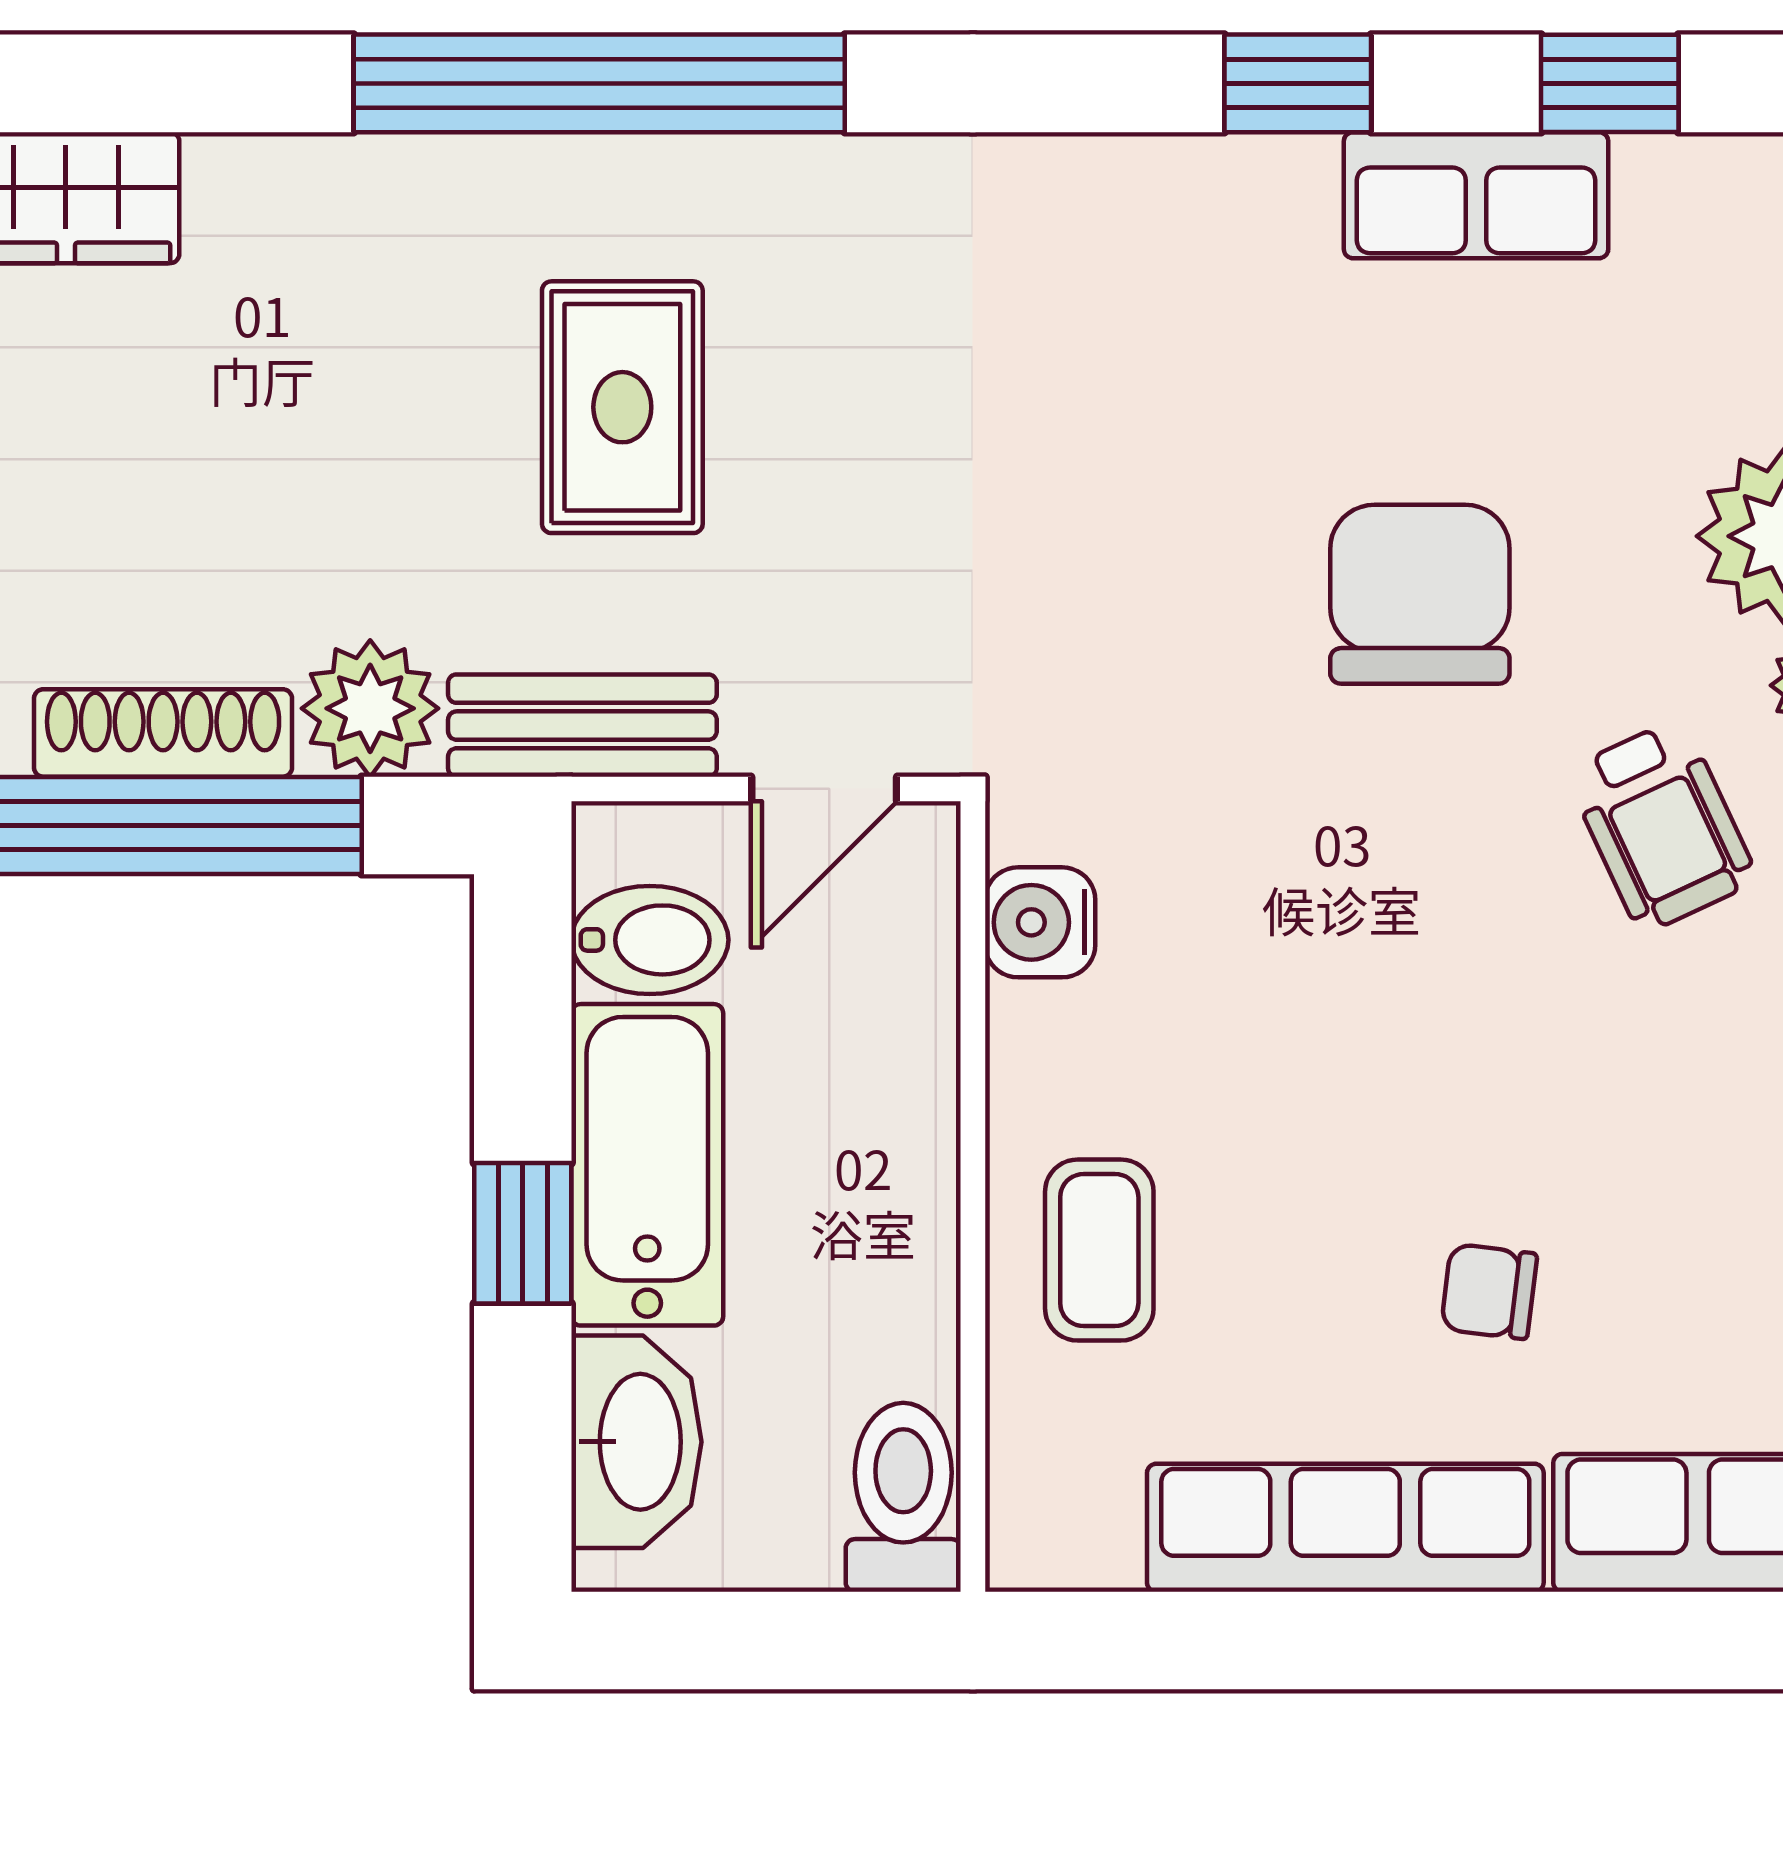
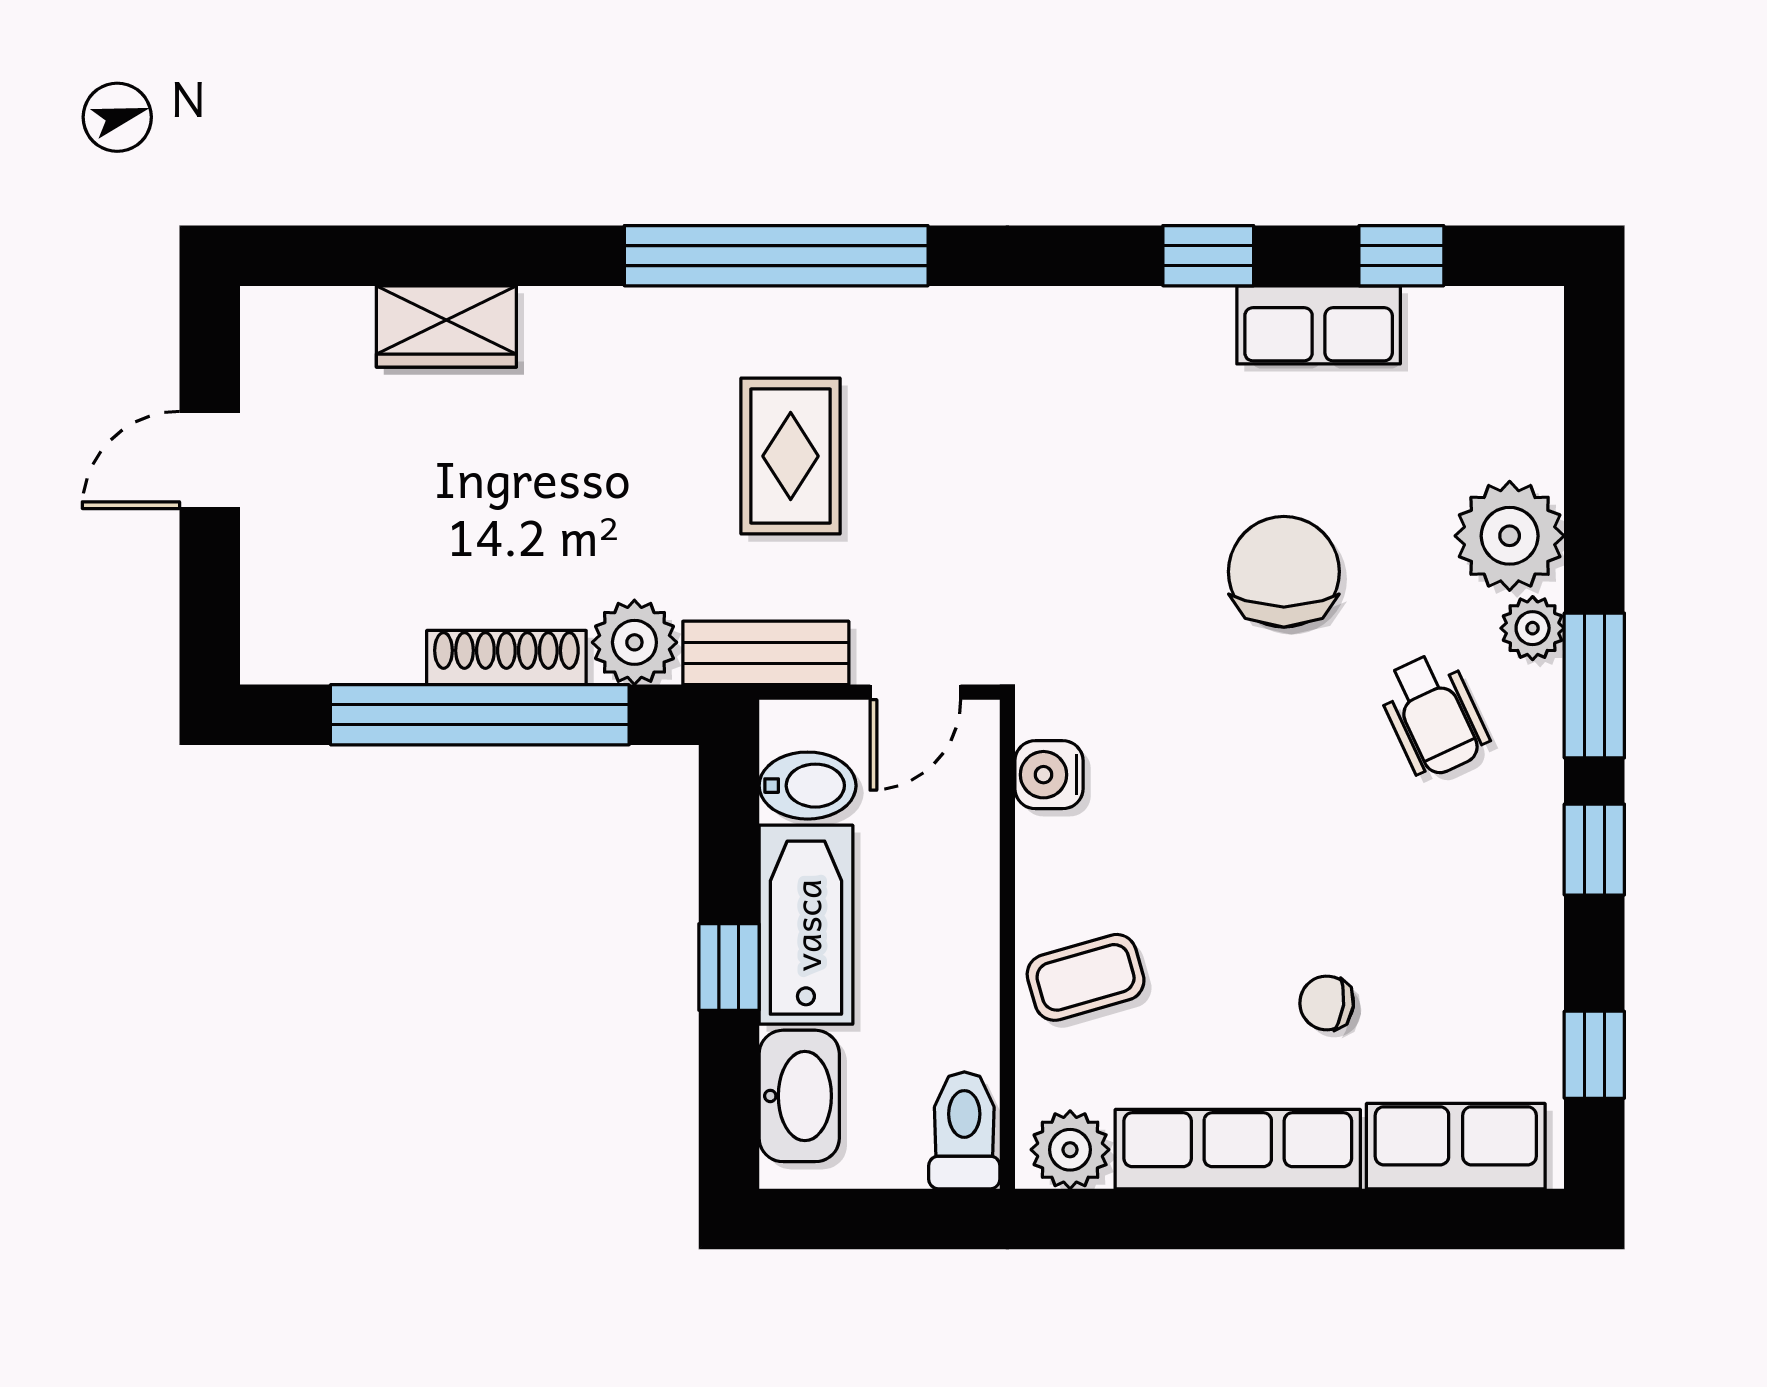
coffee table: (1099, 1250) -> (1086, 977), turned 74
plant: (1074, 1529) -> (1070, 1150), added

